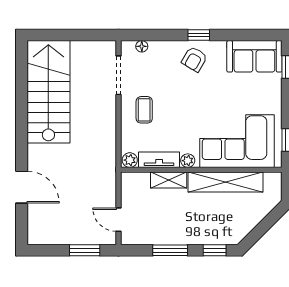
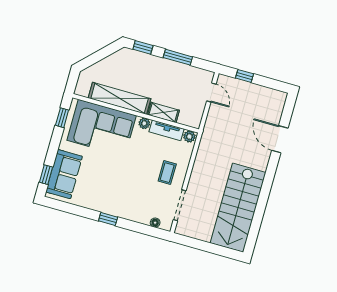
sofa: (254, 56) -> (64, 174), moved, turned 90
armchair: (194, 59) -> (117, 201), removed
window: (85, 250) -> (245, 76), width x0.67

